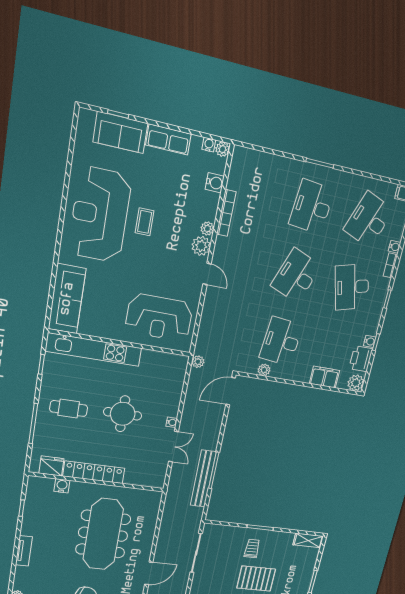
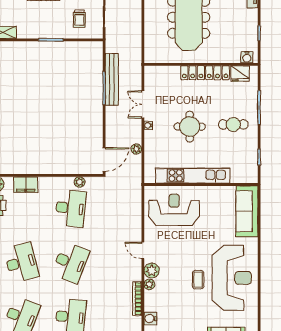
kitchen unit: (94, 350) -> (193, 176), moved
plant: (198, 362) -> (136, 149), moved
water cooler: (62, 486) -> (247, 57), moved
trolley: (252, 548) -> (79, 19), moved

